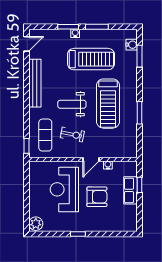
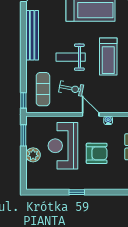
treadmill: (108, 104) -> (108, 56), width x0.73, depth x0.73
door: (91, 159) -> (91, 114), swing flipped
window: (26, 179) -> (23, 135), added
plant: (36, 224) -> (33, 155), moved

